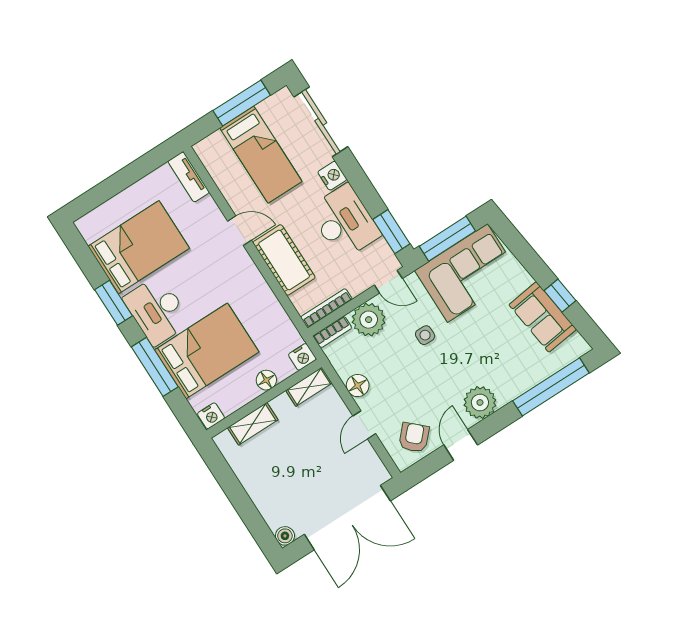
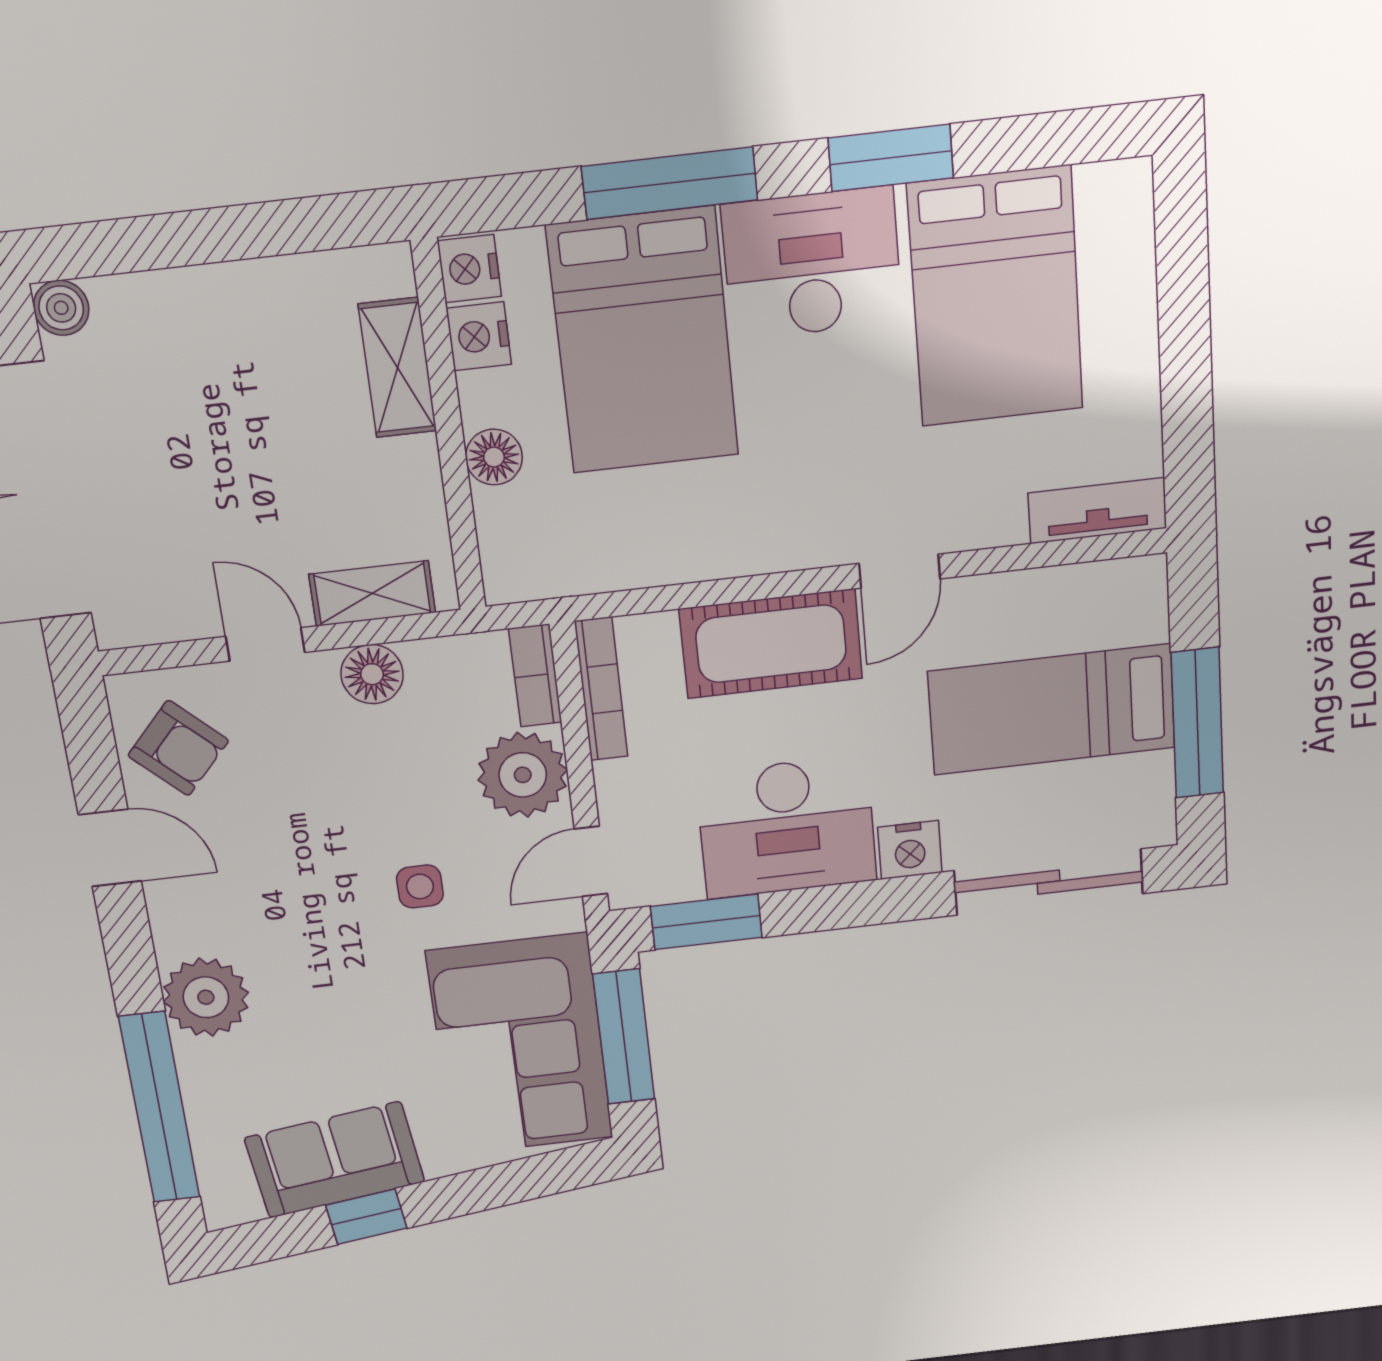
nightstand: (302, 357) -> (479, 336), moved
shelving: (309, 387) -> (372, 594), moved, turned 90
plant: (480, 403) -> (206, 997), moved

